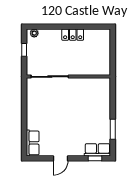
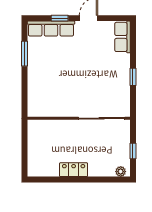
window: (24, 110) -> (133, 77), added
row of seats: (97, 150) -> (51, 29), width x1.48
window: (95, 158) -> (60, 18), moved

